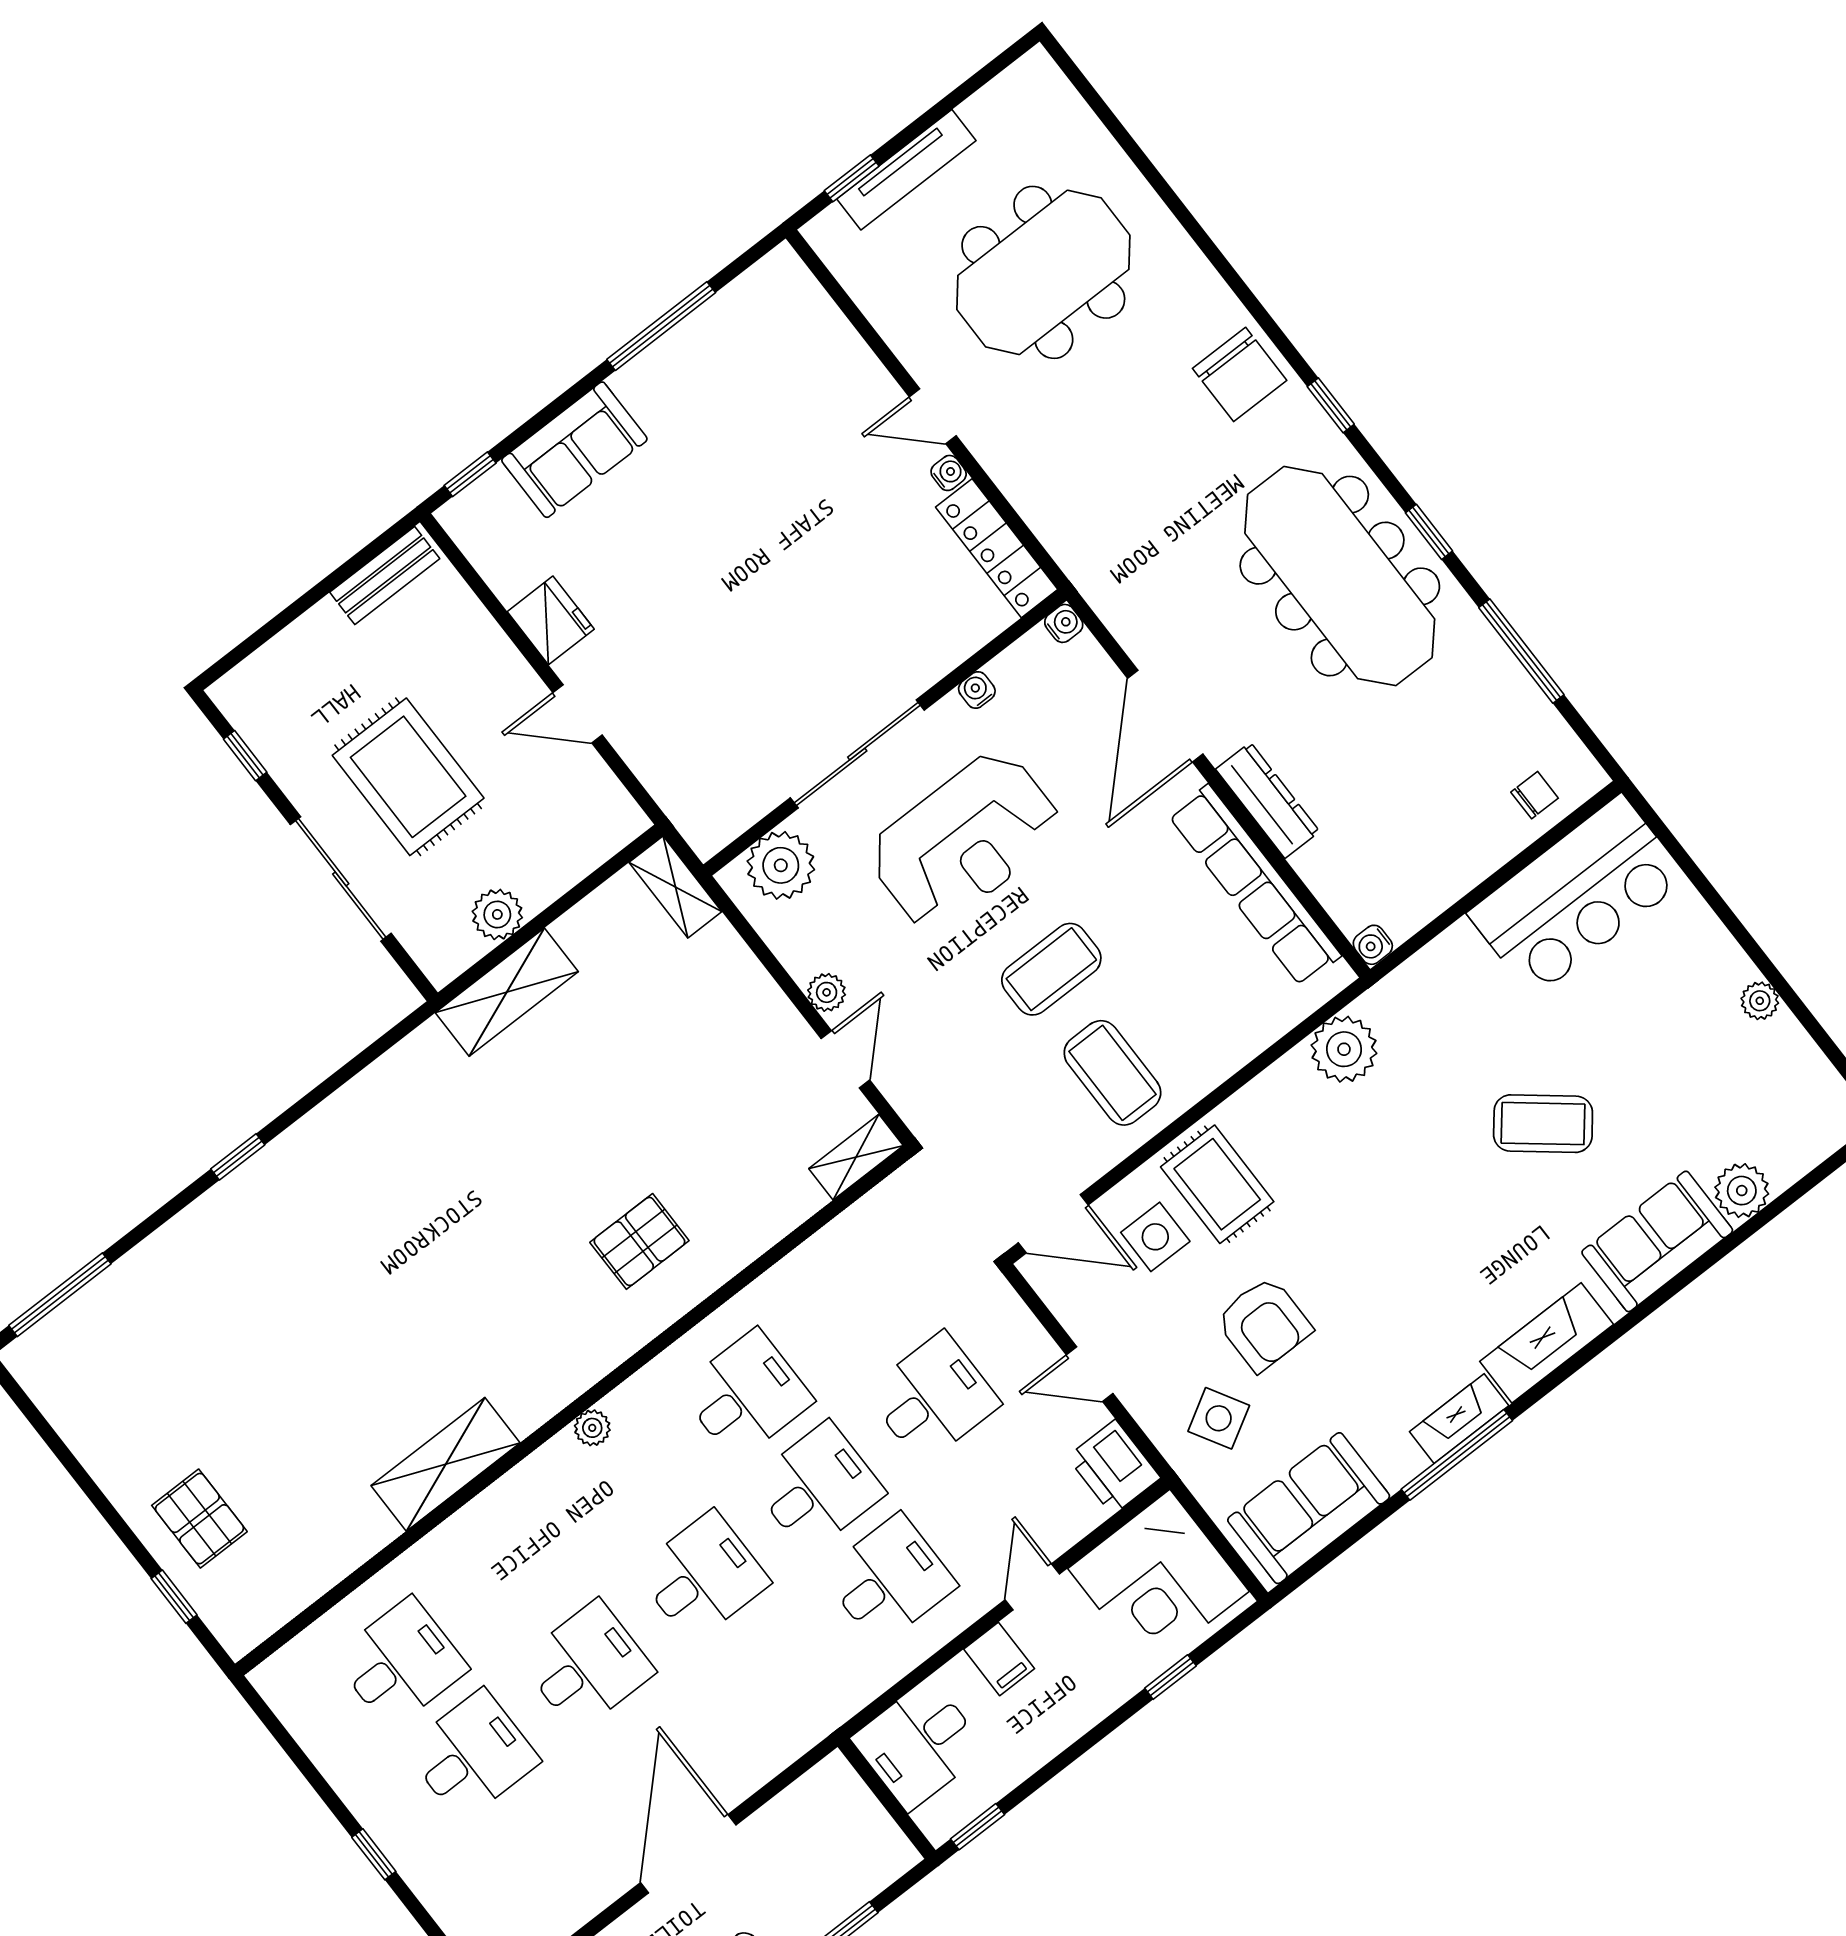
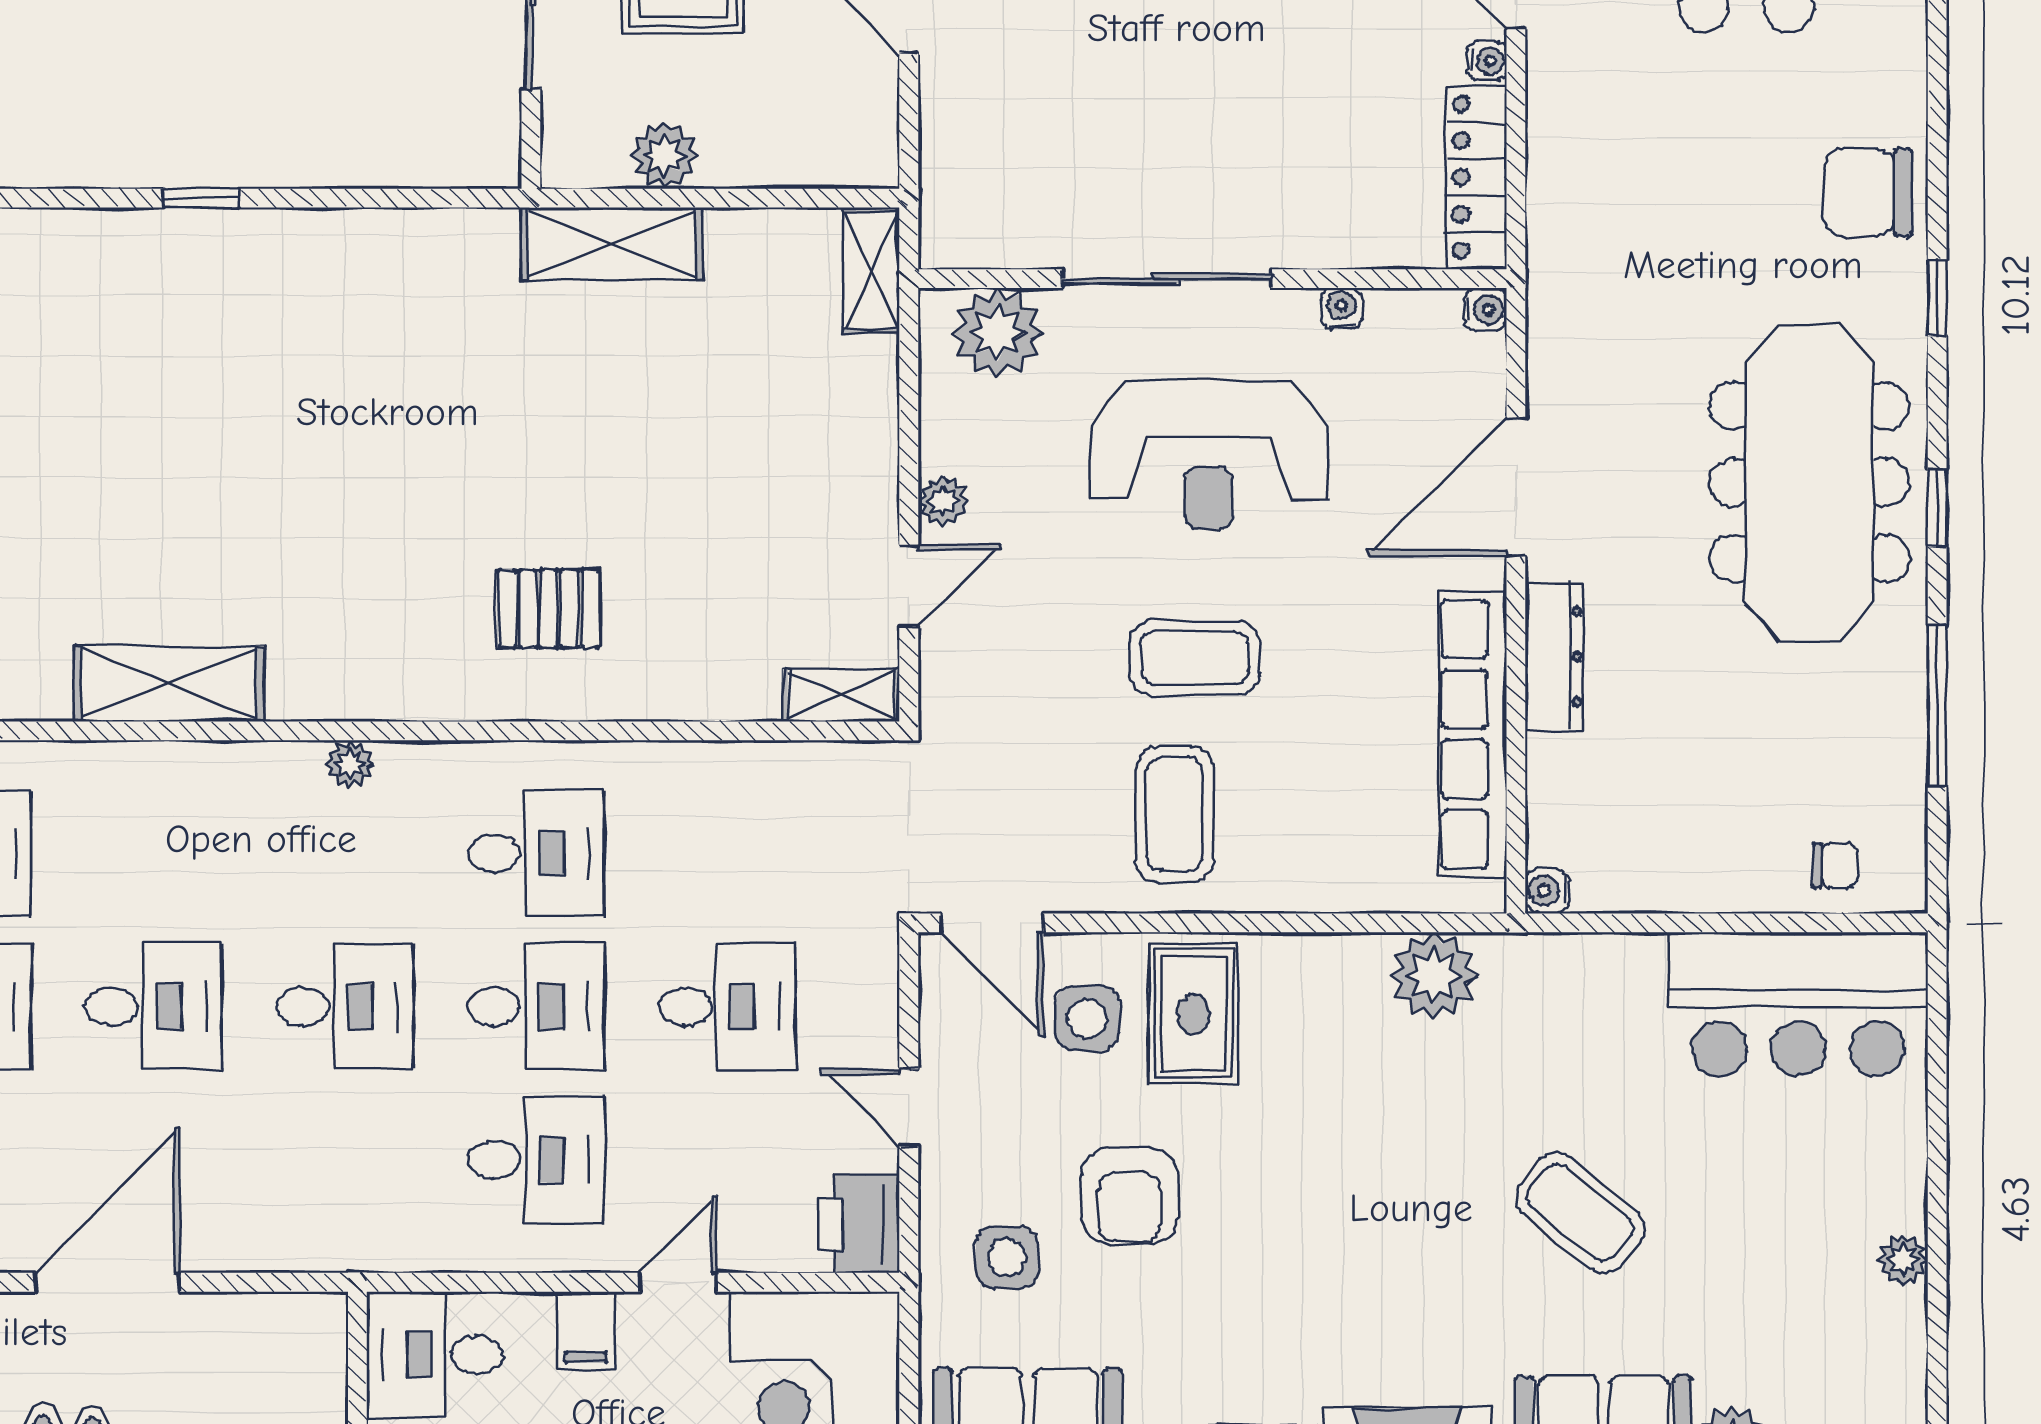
chair: (1240, 374) -> (1868, 193), turned 90
side table: (1219, 1418) -> (1007, 1257), turned 30

